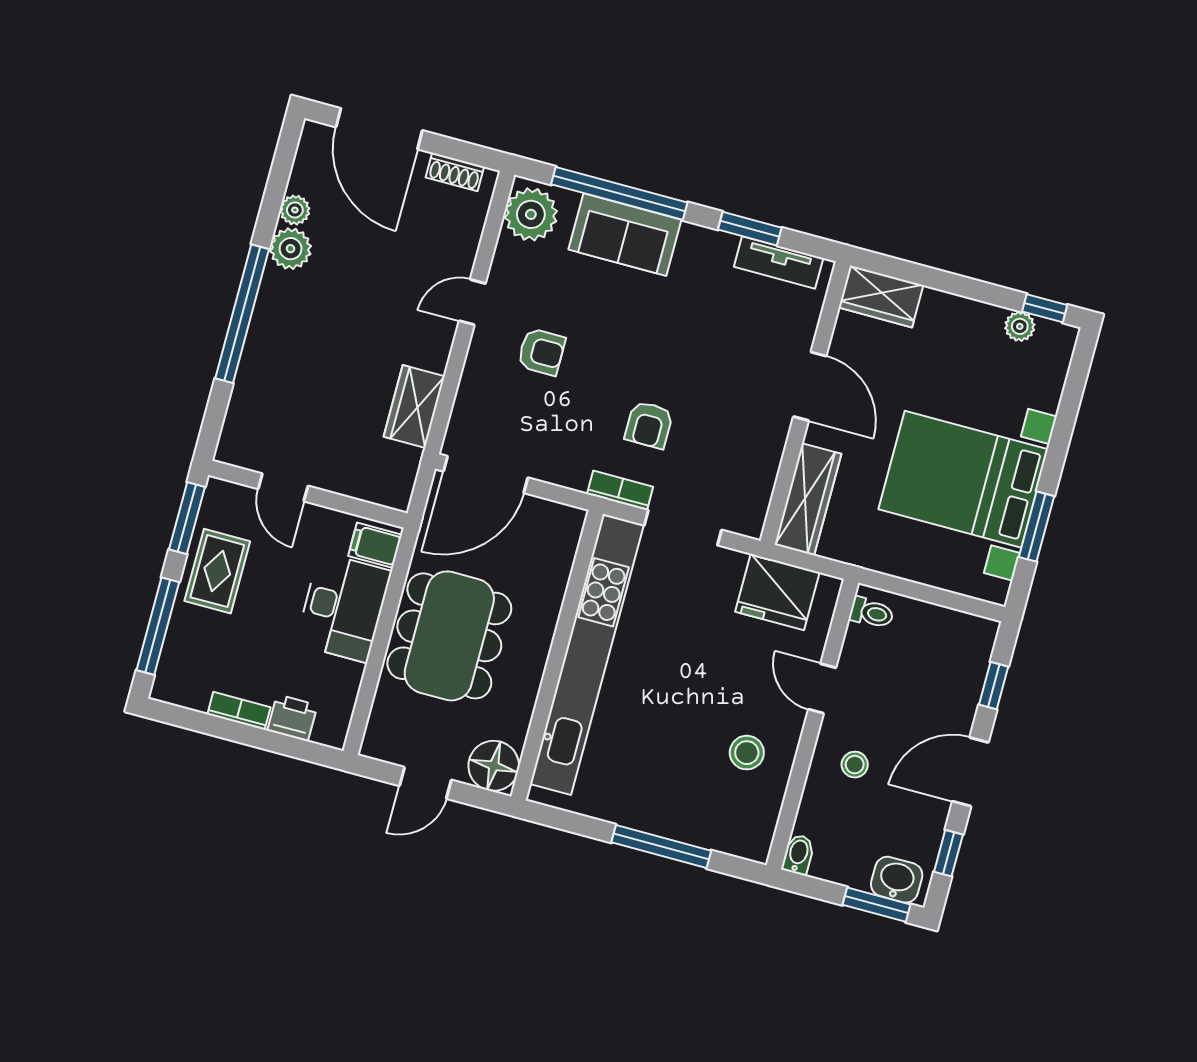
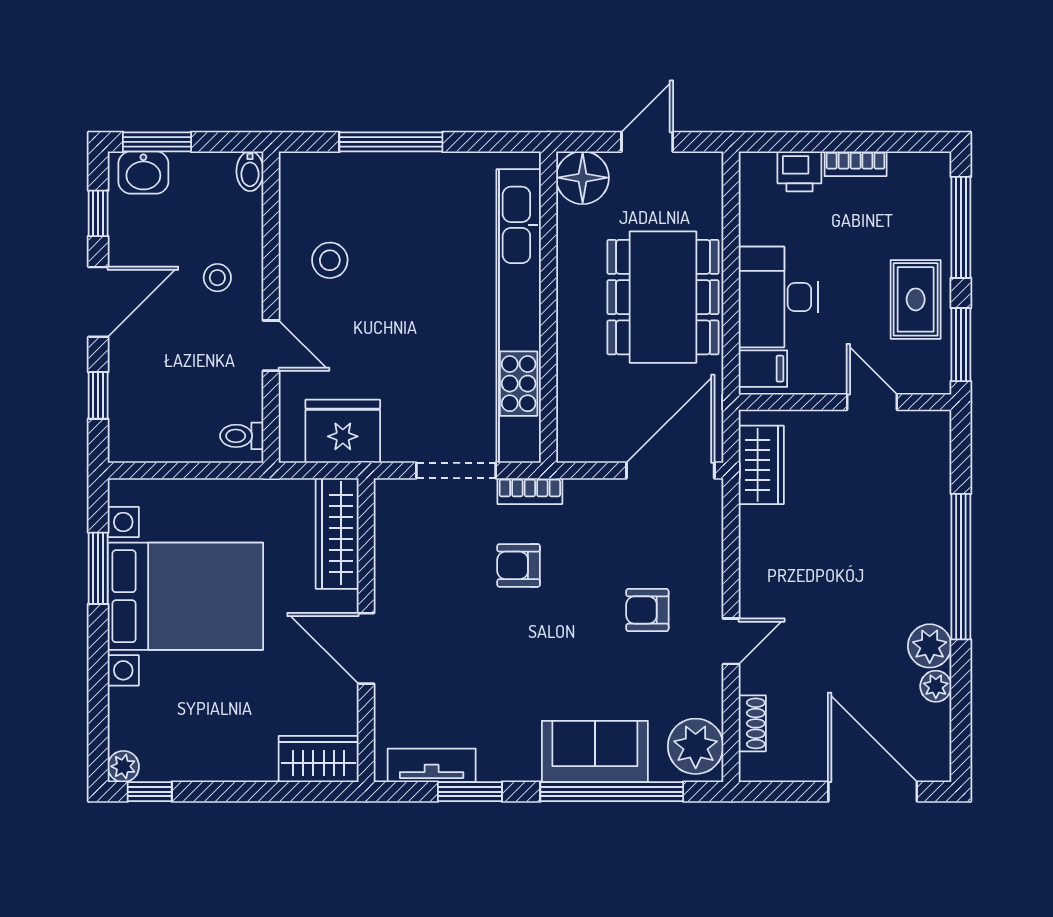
shoe rack: (455, 172) -> (752, 723), moved, turned 90
plant: (1020, 326) -> (123, 766), moved
wardrobe: (414, 406) -> (761, 465), moved
armchair: (649, 425) -> (519, 565), turned -90

